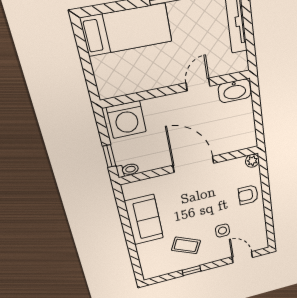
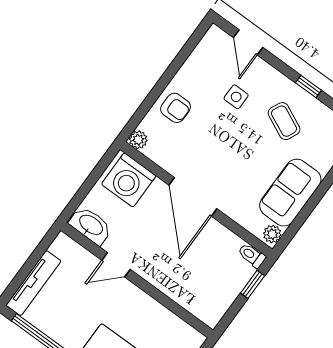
washing machine: (126, 120) -> (129, 180), moved, turned 180
plant: (129, 192) -> (272, 234), added

